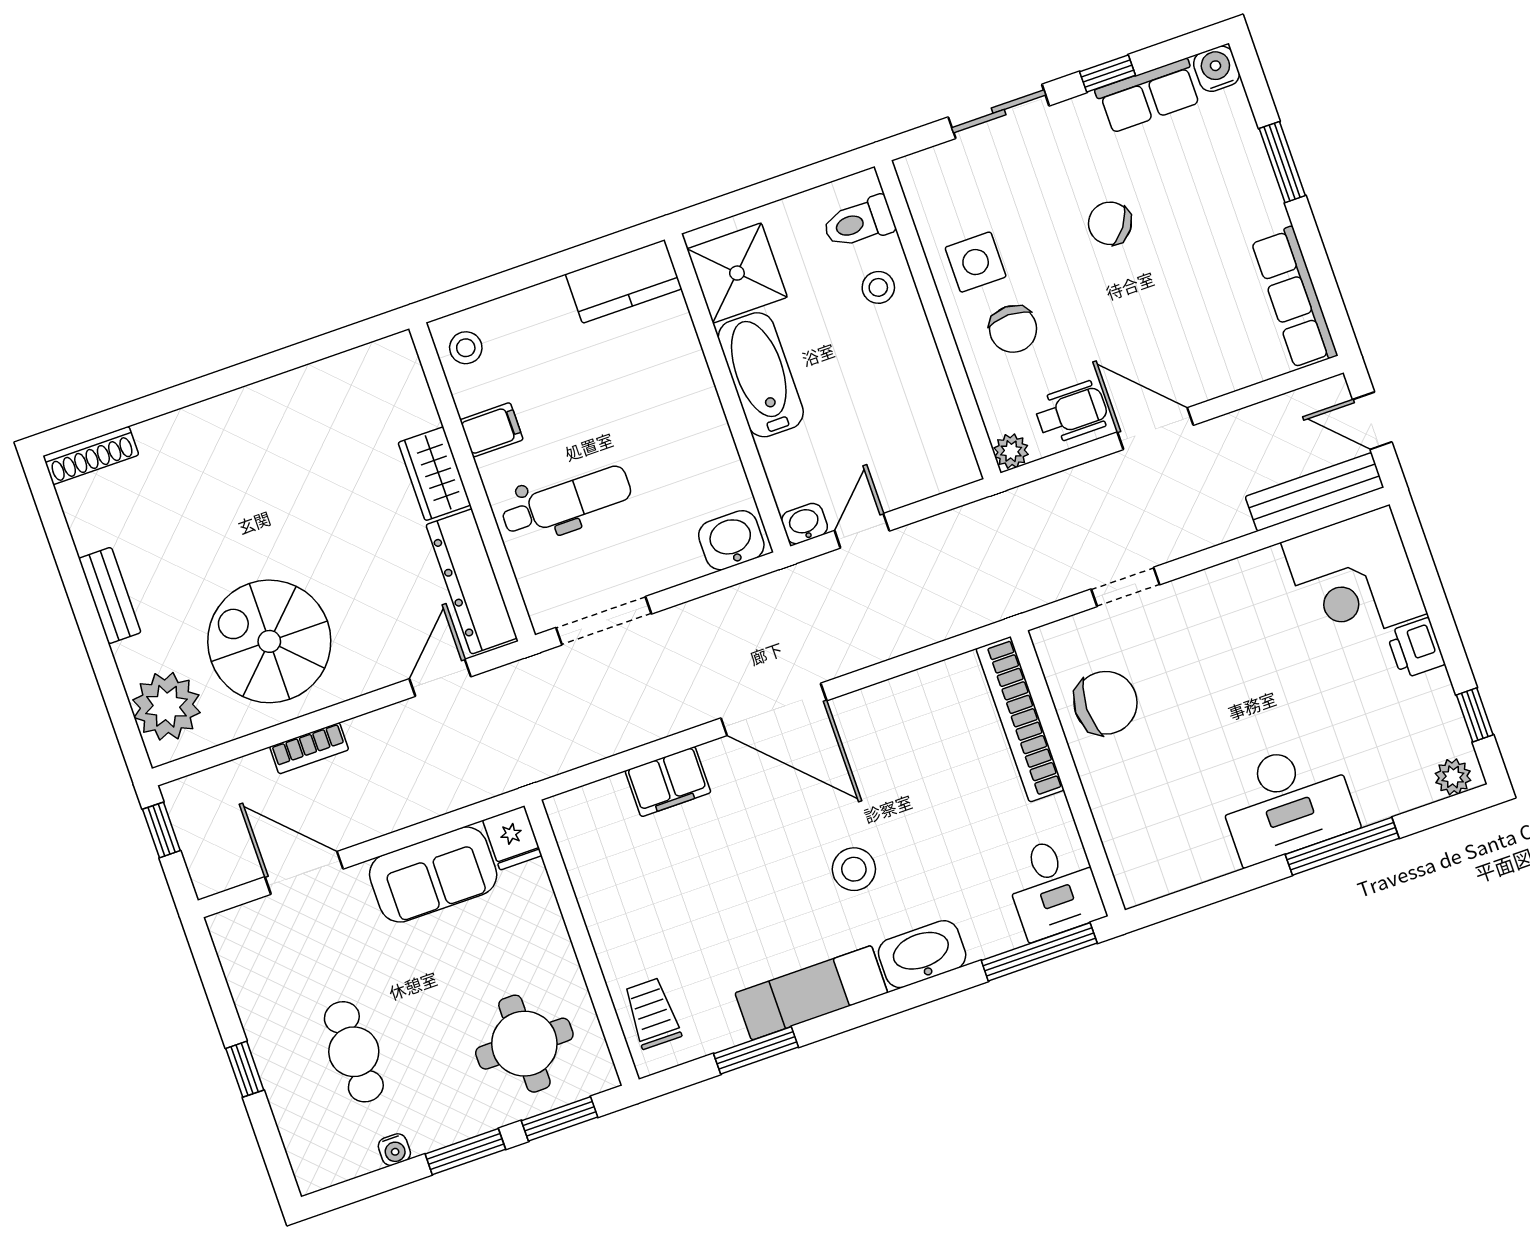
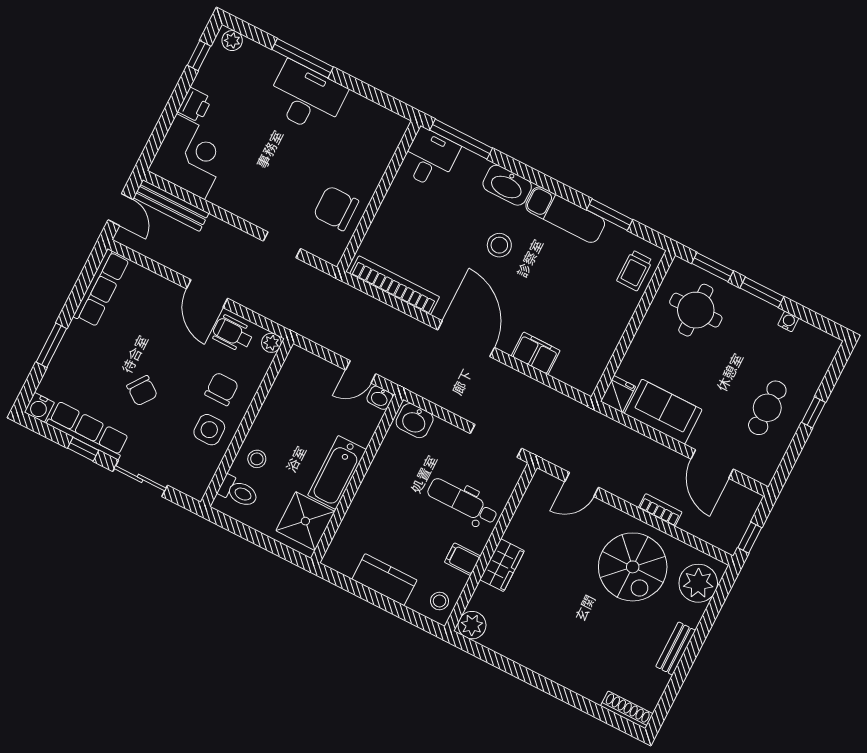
row of seats: (1148, 96) -> (88, 430), width x1.48
kitchen counter: (624, 281) -> (384, 580), moved
plant: (394, 360) -> (472, 625), added
dresser: (472, 581) -> (531, 509), removed
bookcase: (1020, 719) -> (395, 285), moved, turned -90
cafe table: (354, 1052) -> (767, 408), moved

